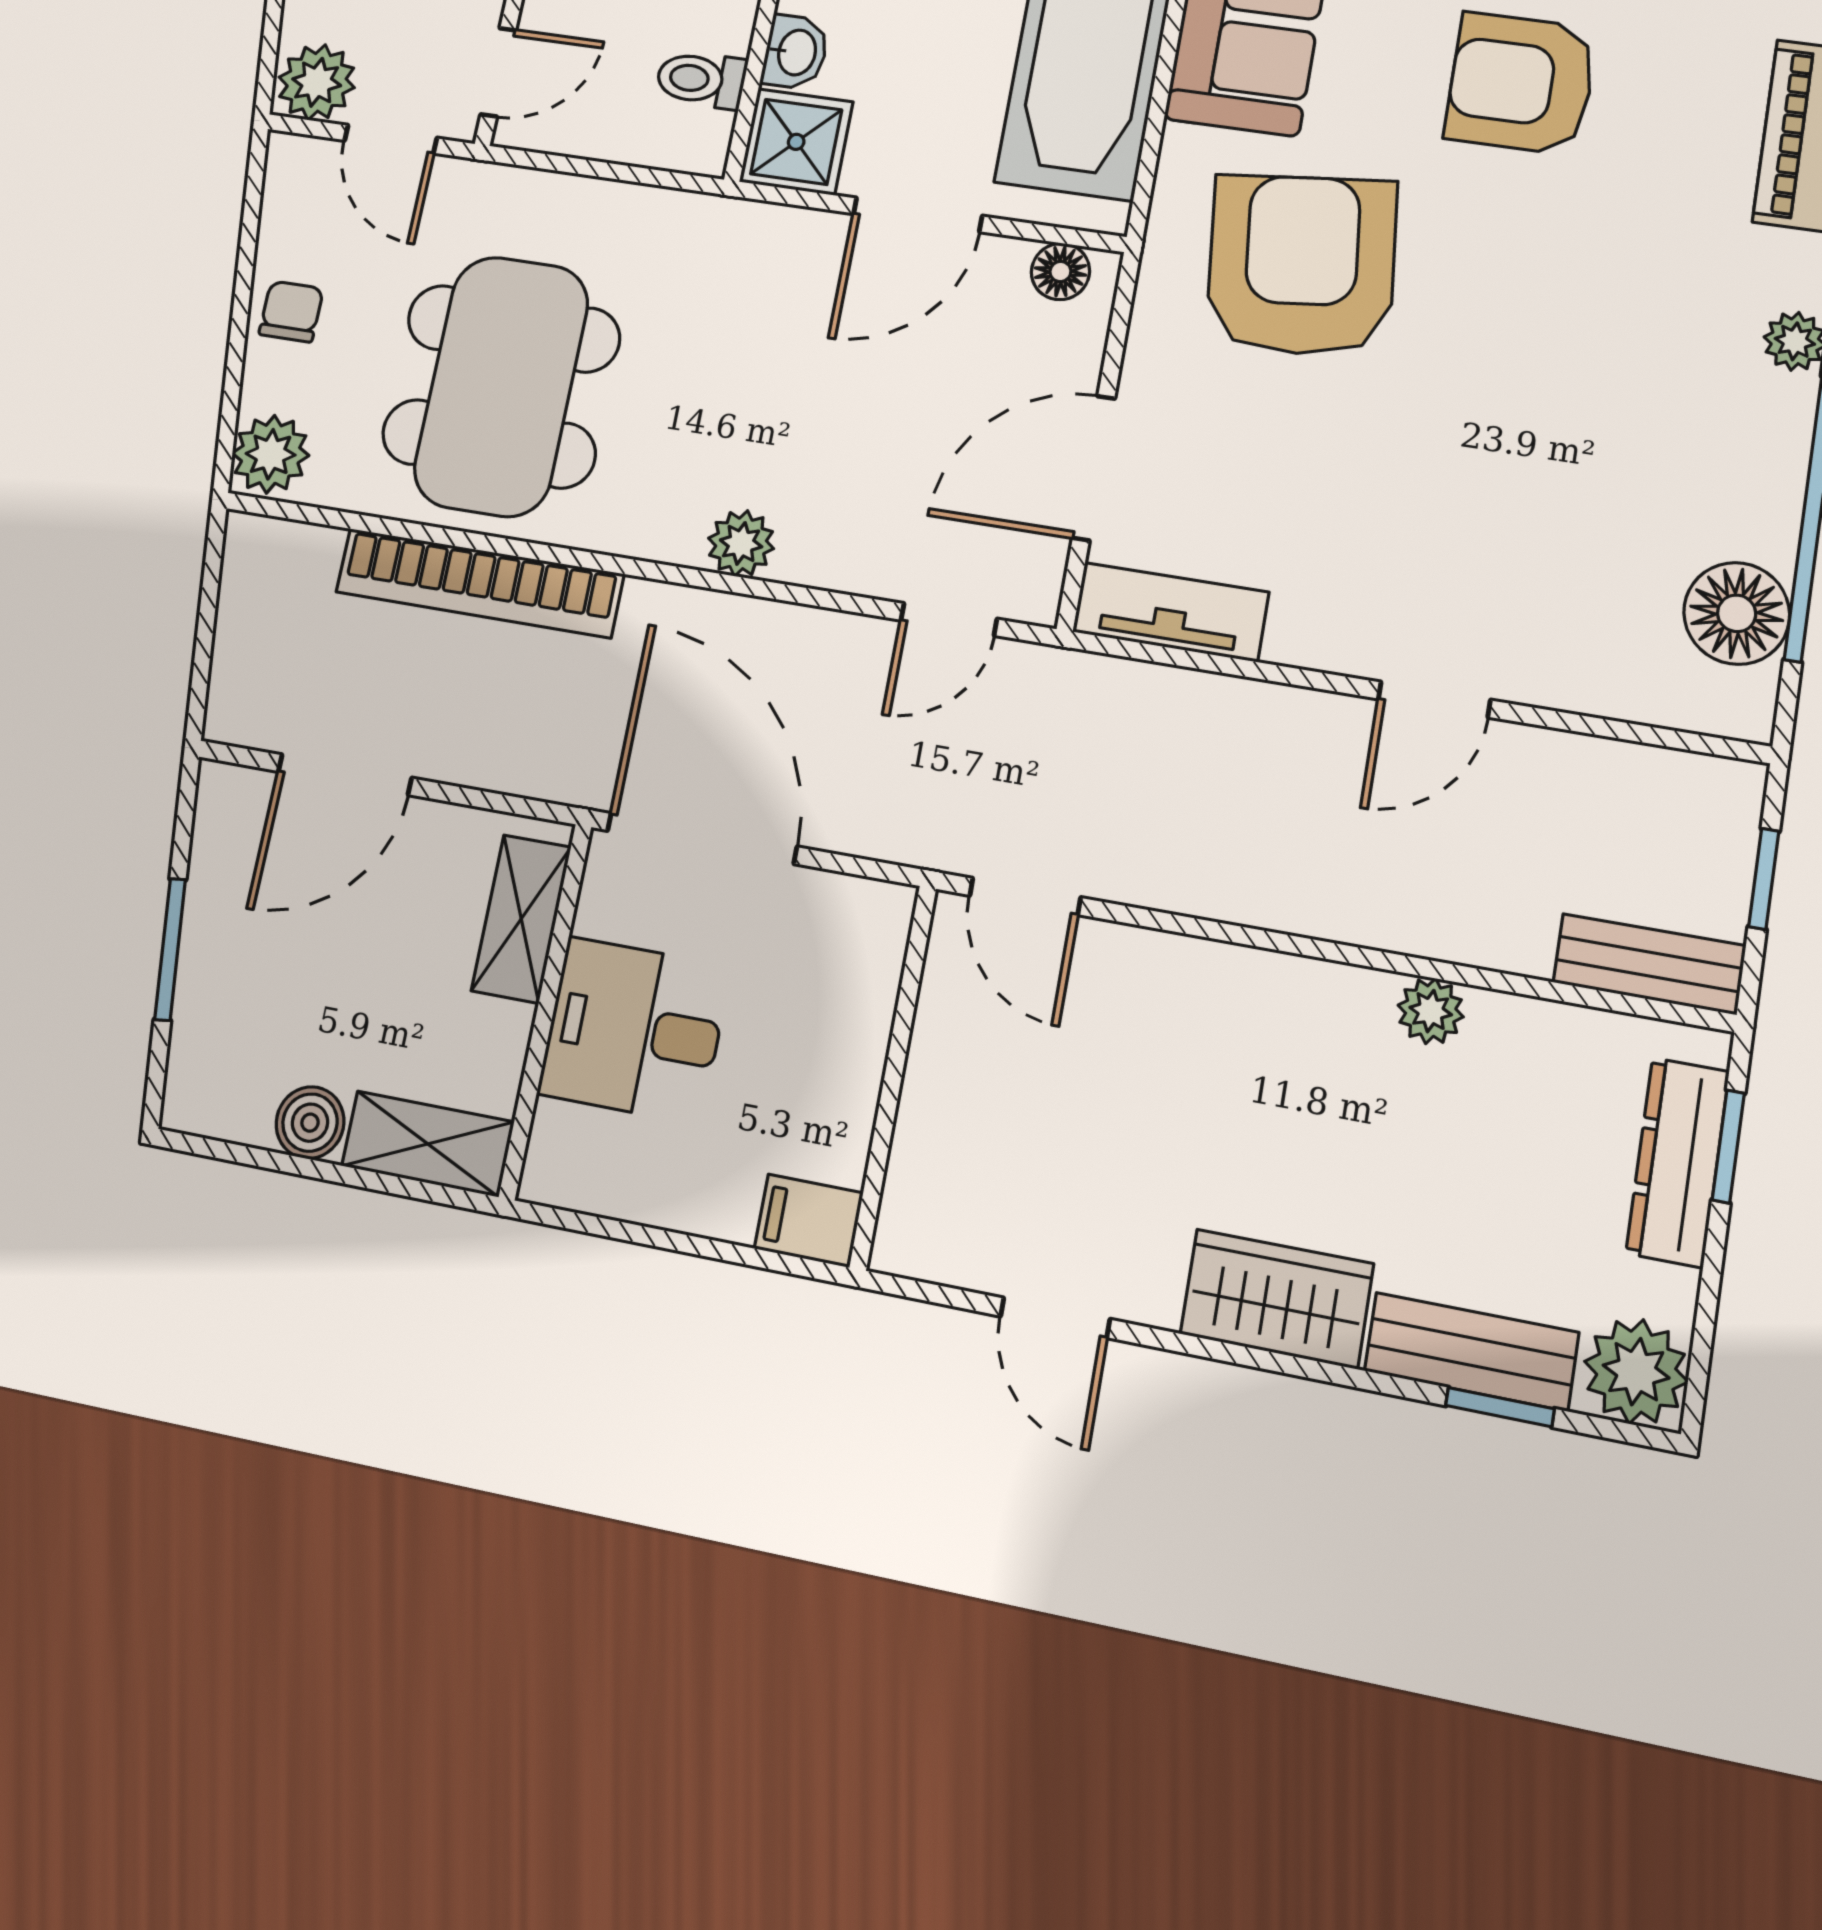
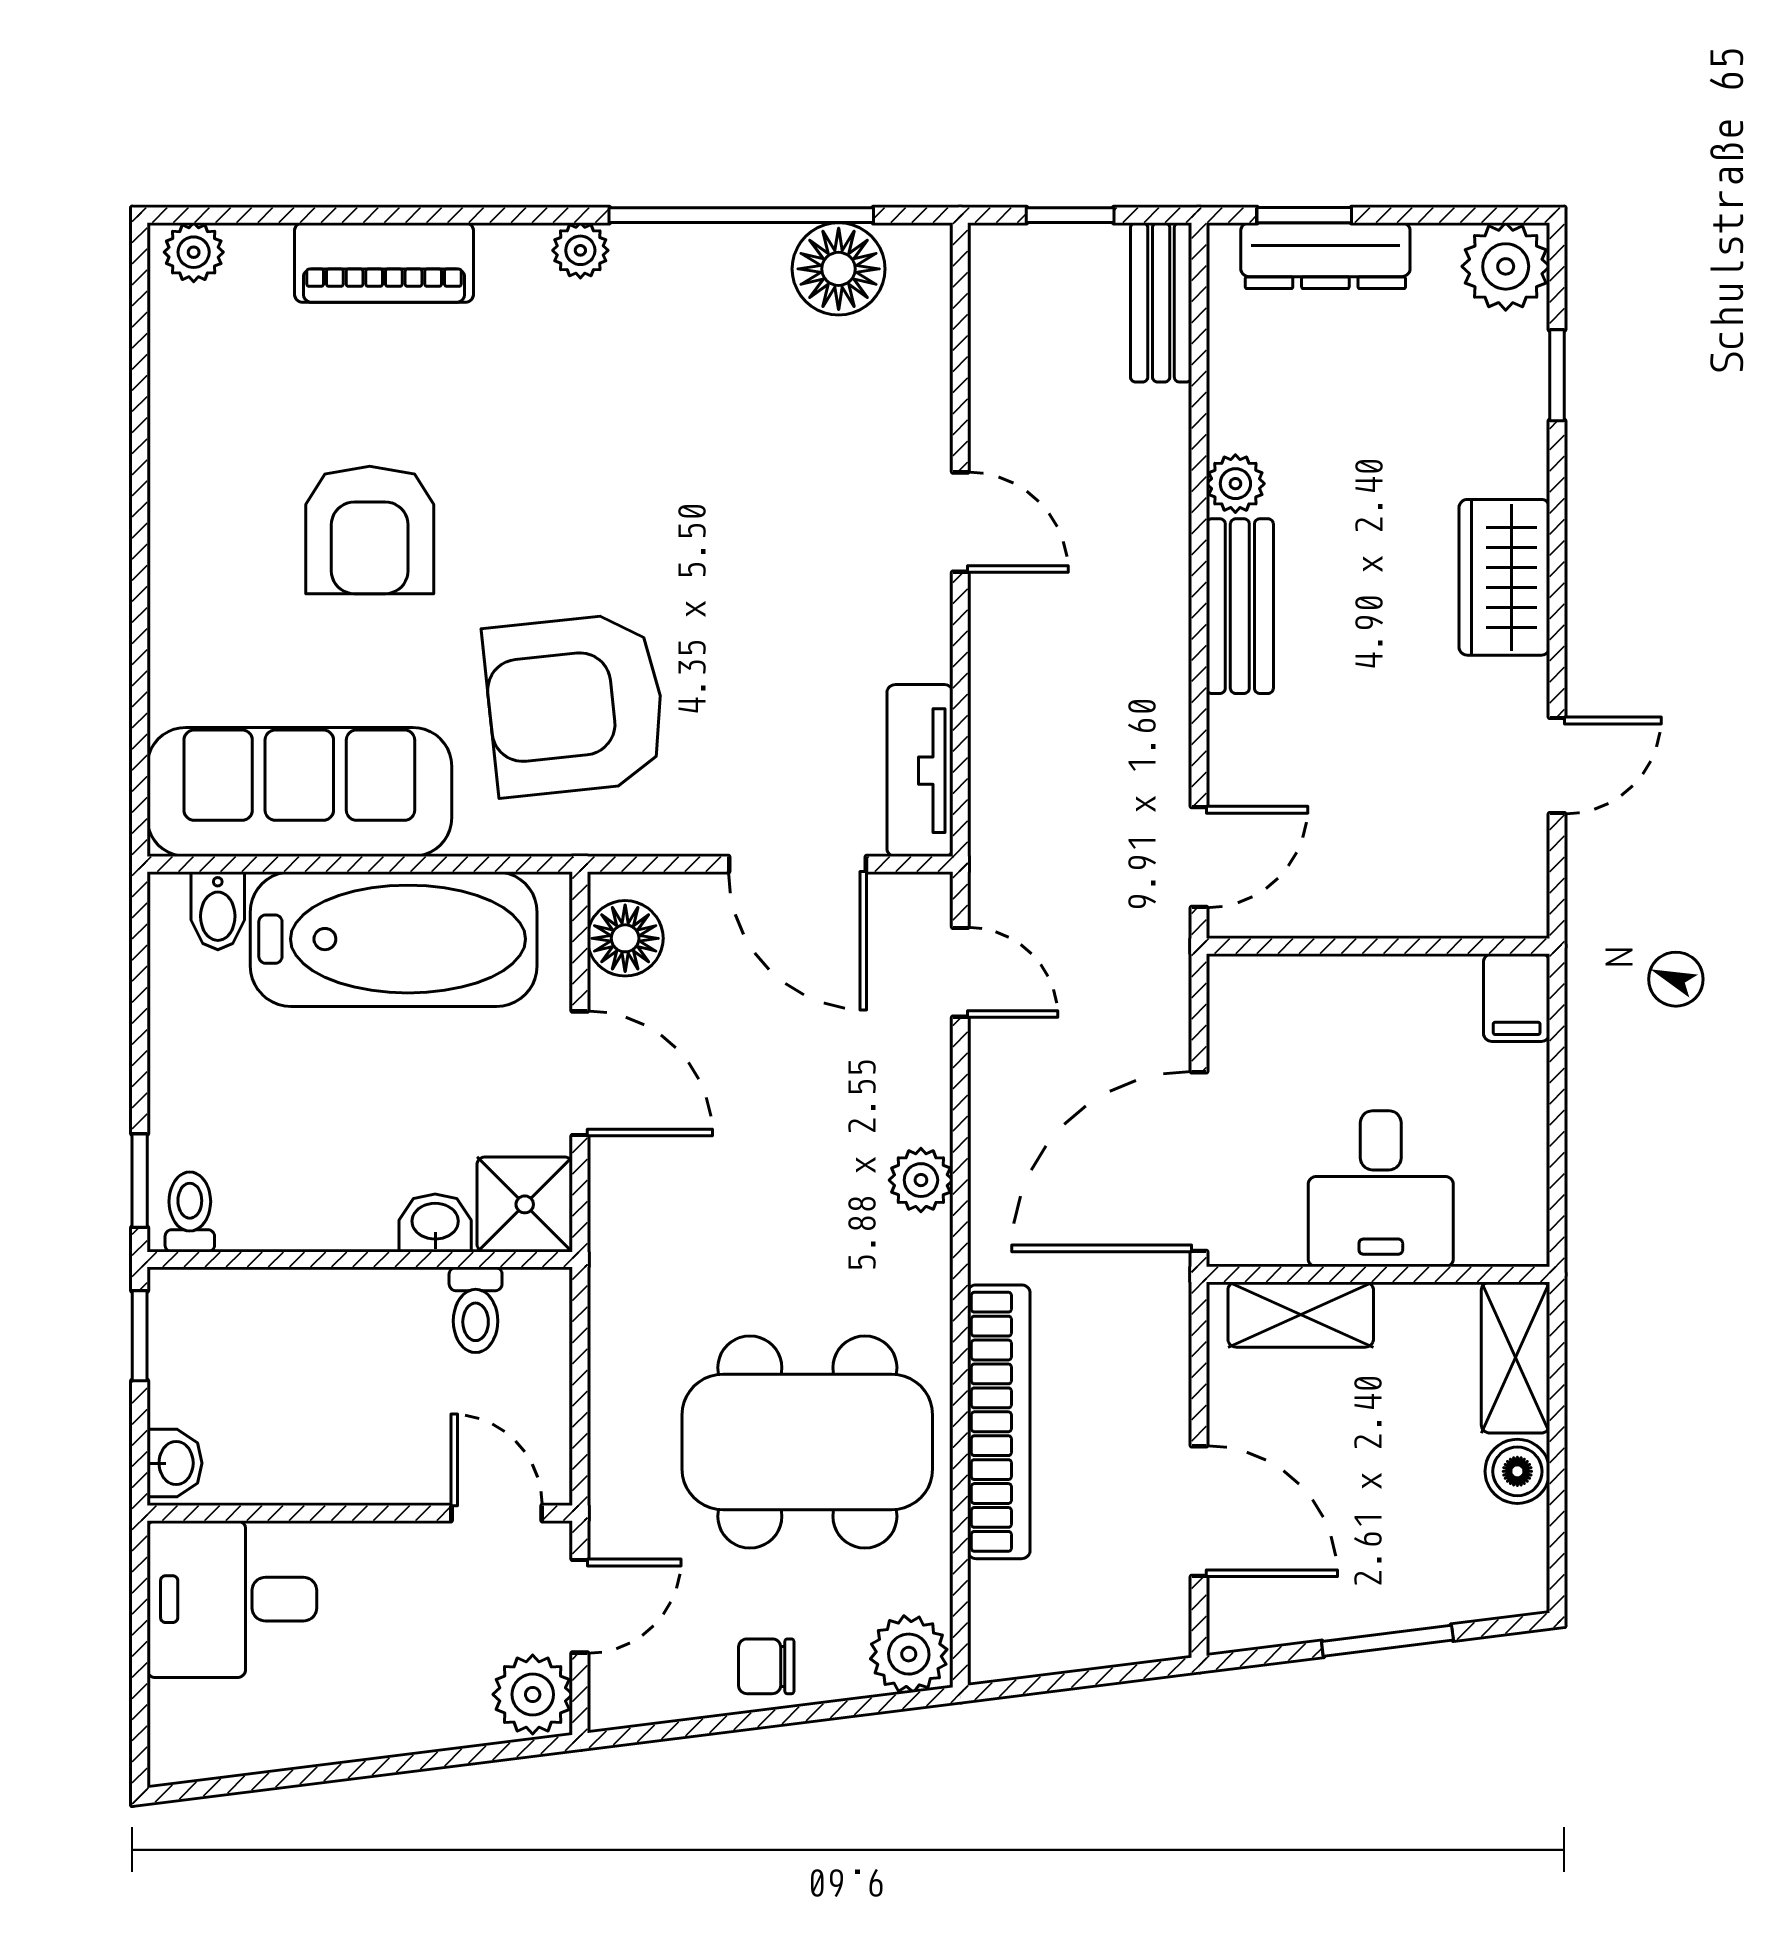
floor lamp: (1060, 272) -> (625, 938), width x1.37, depth x1.37
bench: (1471, 1352) -> (1240, 606), moved

